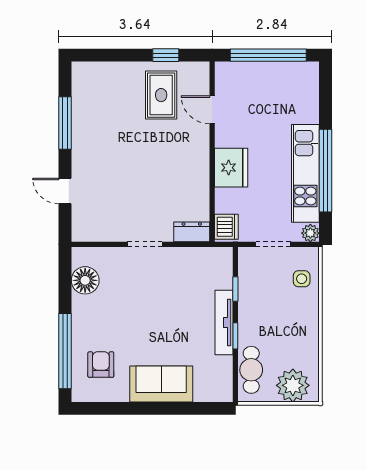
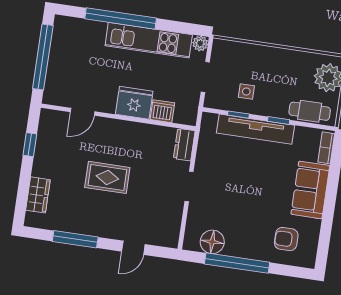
wardrobe: (109, 73) -> (38, 195), added
rug: (161, 95) -> (107, 177), moved
window: (326, 171) -> (121, 18), moved
dishwasher: (226, 227) -> (162, 111), moved
side table: (302, 279) -> (246, 92), moved
tv unit: (224, 323) -> (256, 129), width x1.36, depth x1.29
window: (65, 351) -> (237, 263), moved
bookcase: (212, 395) -> (326, 148), added

